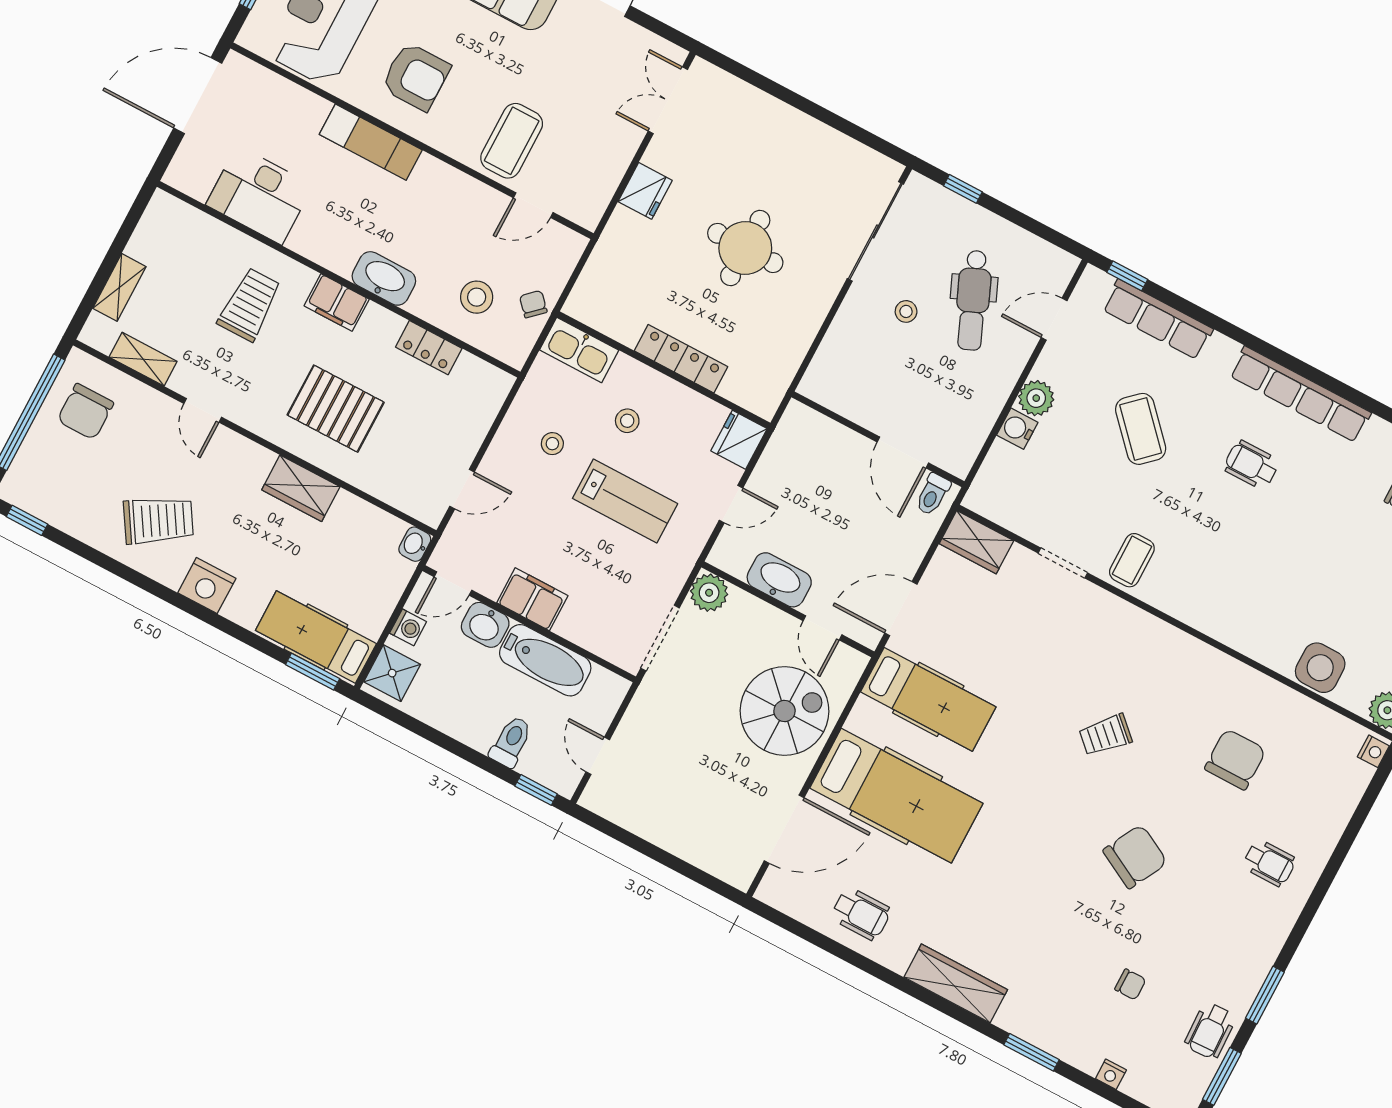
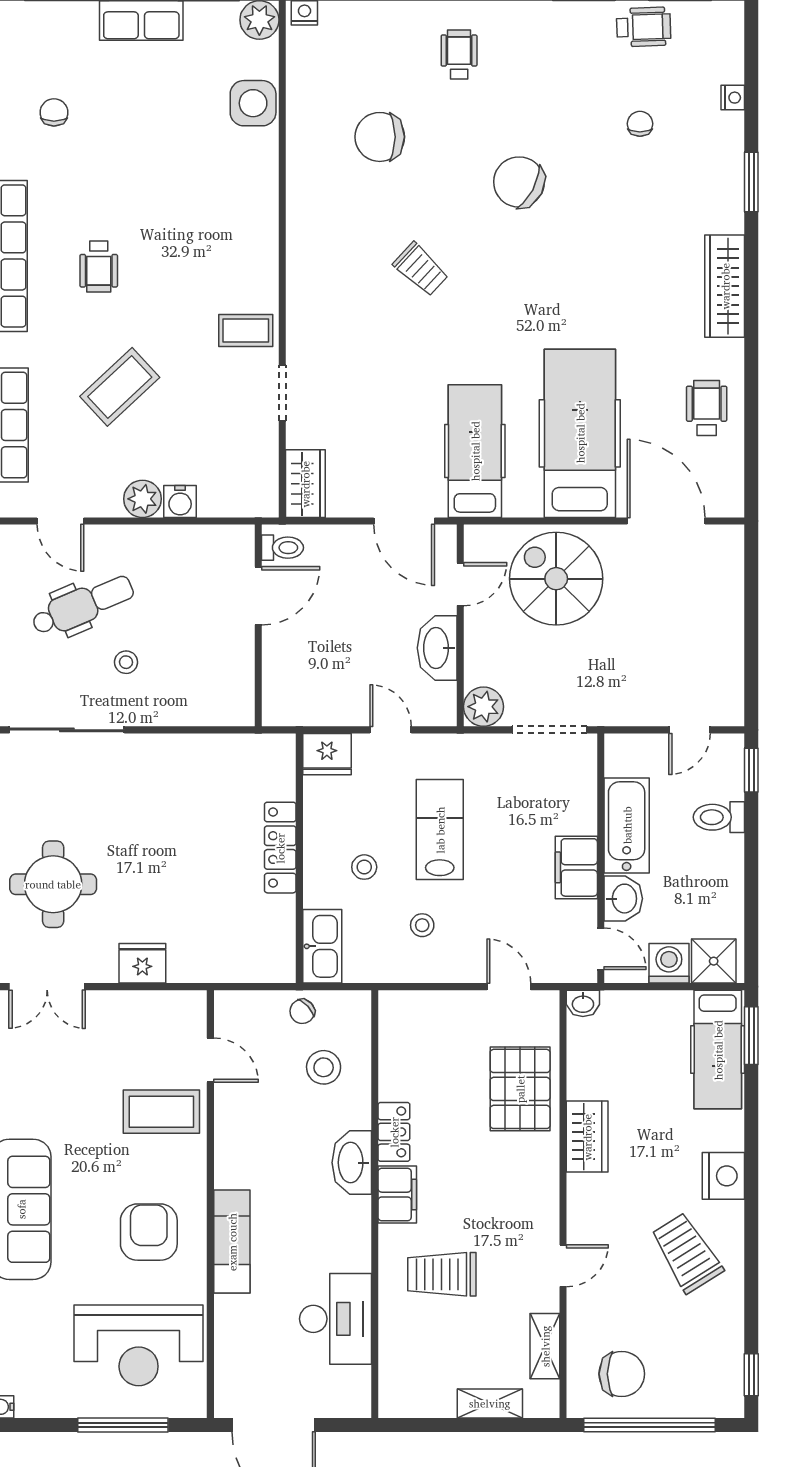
round table: (745, 248) -> (53, 884), moved
locker: (429, 348) -> (394, 1132), moved
pallet: (336, 409) -> (520, 1089), moved
washing machine: (408, 627) -> (669, 963), width x1.38, depth x1.38

